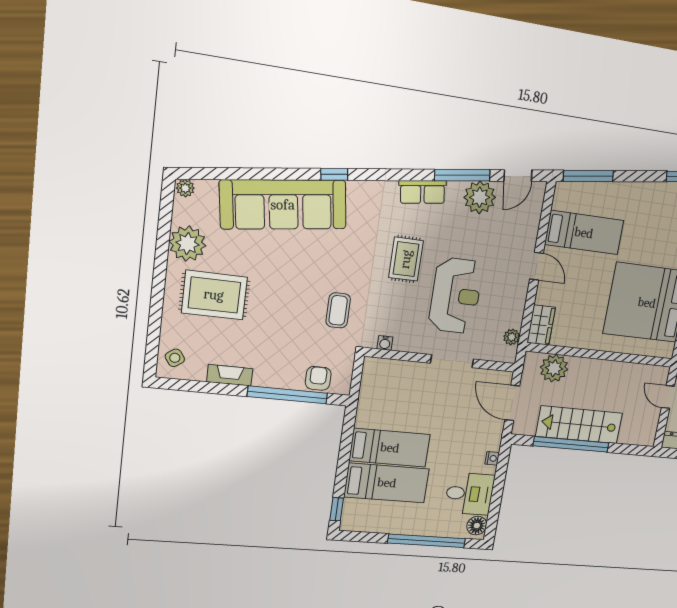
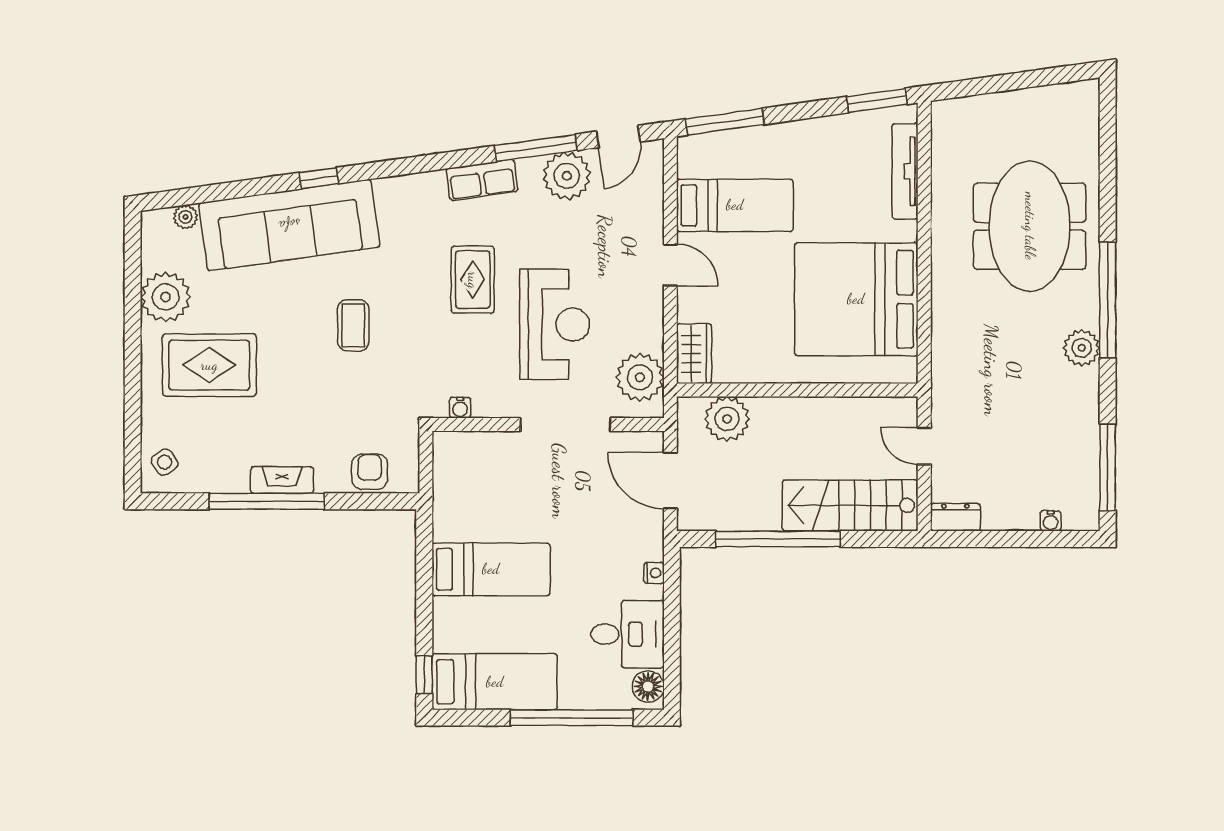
window: (334, 174) -> (319, 178), moved
plant: (185, 188) -> (185, 217), moved
coffee table: (338, 310) -> (353, 325), moved
plant: (512, 337) -> (640, 377), width x1.88, depth x1.88
doorway: (452, 361) -> (565, 424), width x1.36
fireplace: (230, 375) -> (282, 480), moved
window: (288, 395) -> (267, 501), moved
stairs: (579, 425) -> (850, 506), moved
bed: (387, 483) -> (495, 682), moved

